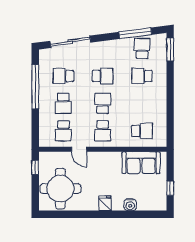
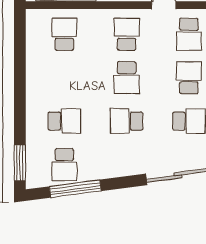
school desk: (63, 131) -> (189, 34), turned 180
school desk: (142, 131) -> (64, 34), turned 90

